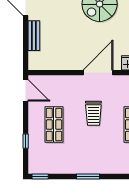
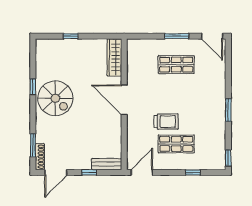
bench: (34, 36) -> (107, 164), moved
window: (26, 38) -> (89, 172), added
trolley: (93, 113) -> (166, 122), moved

